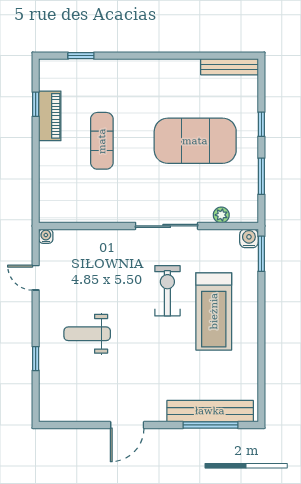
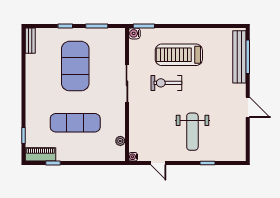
bench: (229, 67) -> (30, 41), width x0.73
piano: (50, 116) -> (40, 154), moved
exercise mat: (102, 141) -> (75, 123), width x1.36, depth x1.45
plant: (221, 215) -> (120, 141), moved
door: (36, 278) -> (158, 163), hinge flipped
treadmill: (214, 311) -> (179, 55), turned 180
weight bench: (87, 334) -> (192, 132), width x1.36, depth x1.33

